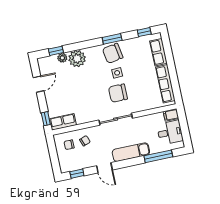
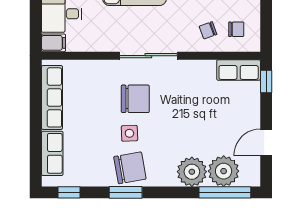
window: (56, 51) -> (225, 192), width x2.17
plant: (62, 58) -> (224, 171), width x1.88, depth x1.88

